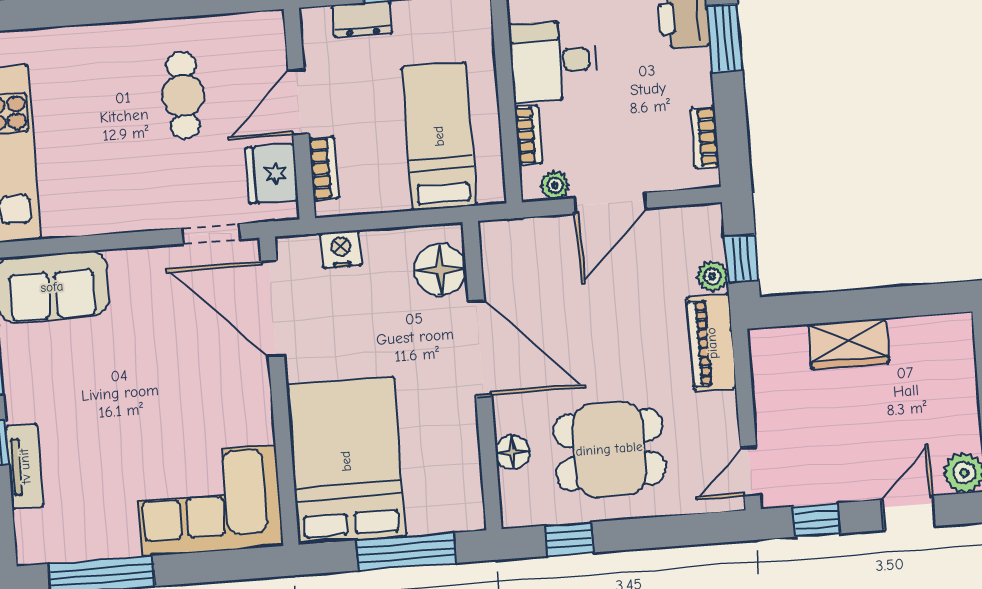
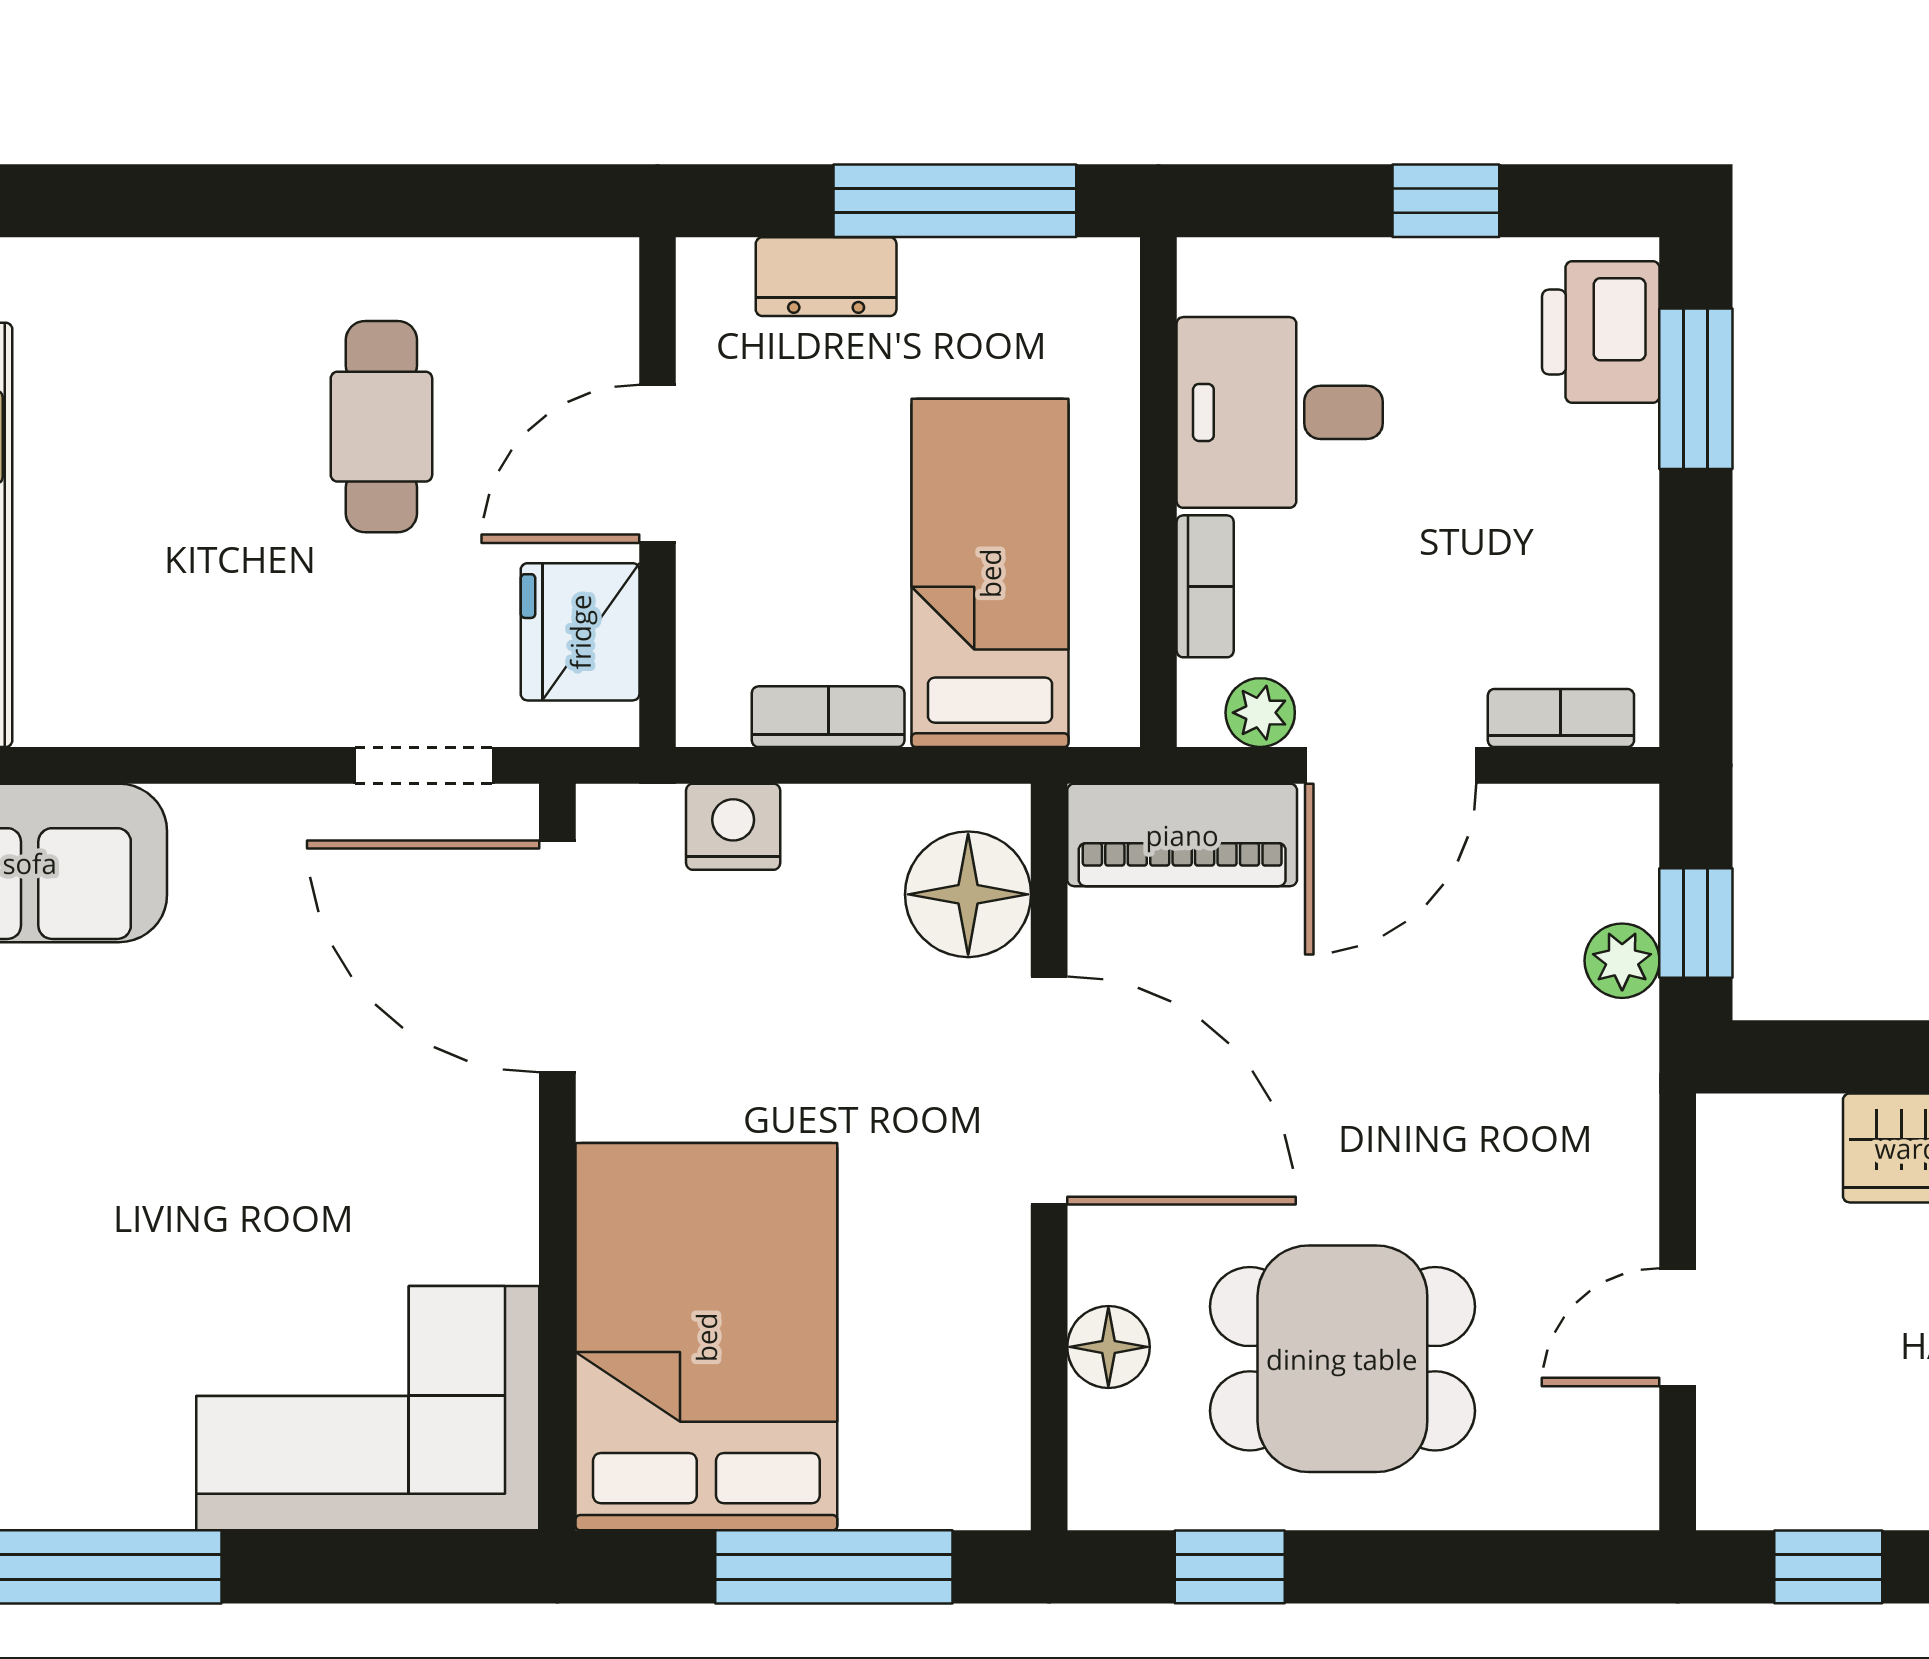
bookcase: (705, 137) -> (1561, 718), moved, turned 90
bookcase: (324, 168) -> (828, 717), moved, turned -90
piano: (712, 343) -> (1182, 835), moved, turned -90
door: (750, 471) -> (1678, 1327), moved

